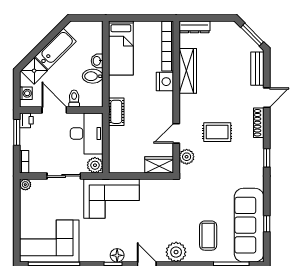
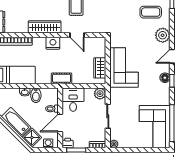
wardrobe: (188, 71) -> (45, 27), moved
nightstand: (165, 82) -> (53, 43), moved
desk: (87, 133) -> (73, 100), width x0.73
plant: (187, 157) -> (94, 28), removed
wardrobe: (159, 165) -> (100, 68), moved
corner sofa: (111, 199) -> (124, 67), moved

